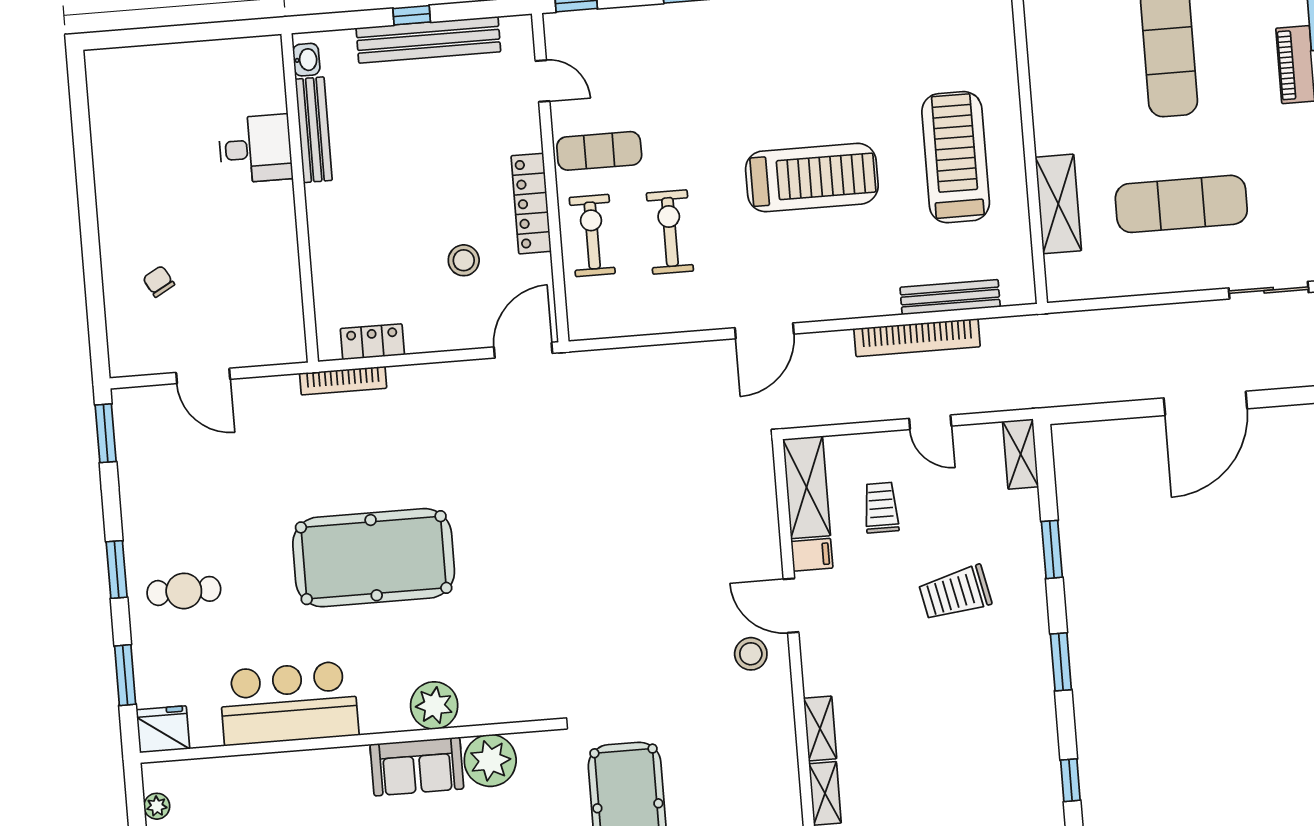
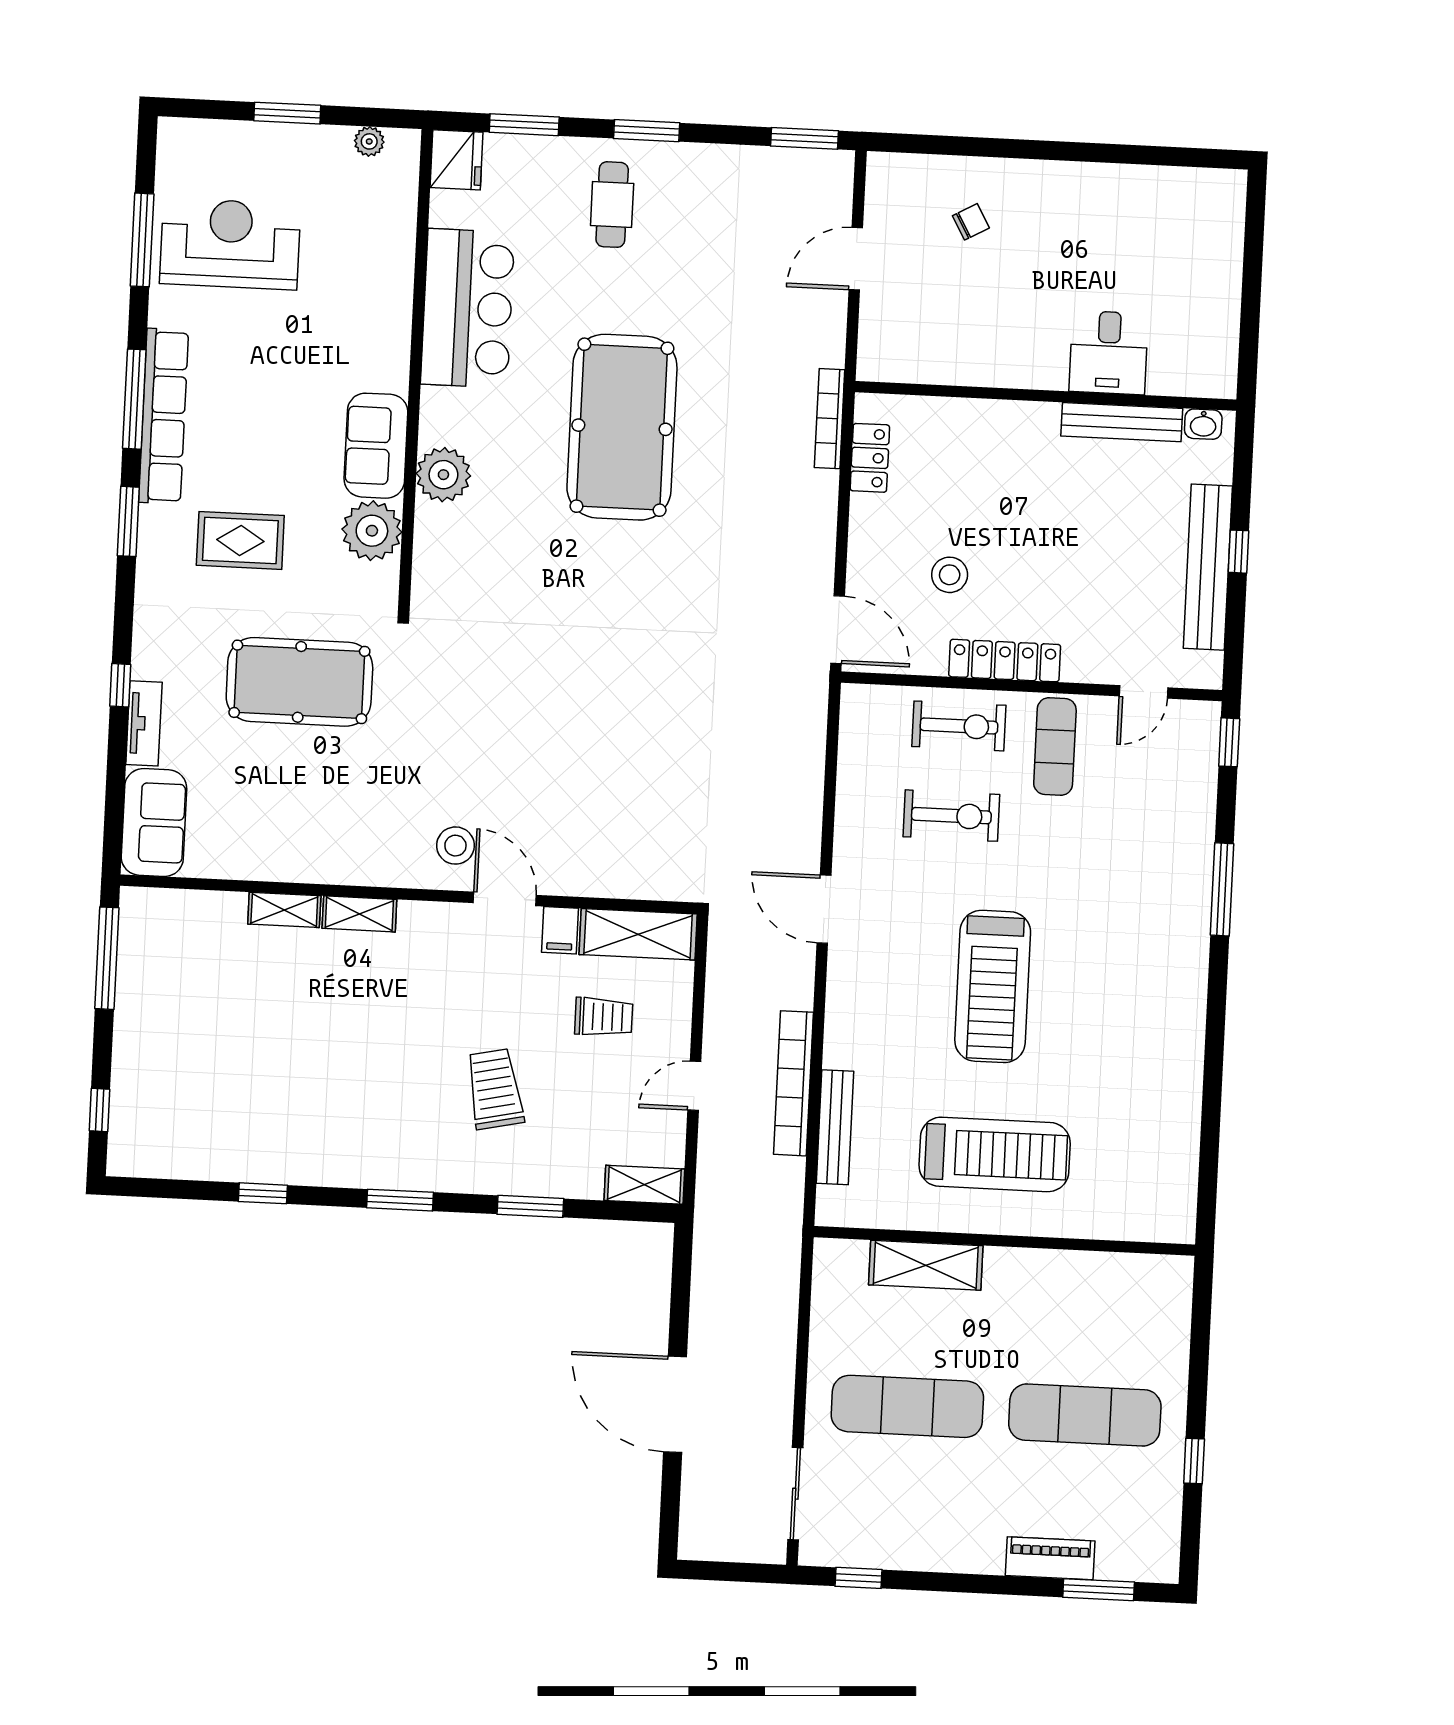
exercise mat: (1181, 204) -> (907, 1406), turned 90
door: (791, 606) -> (505, 899), hinge flipped

